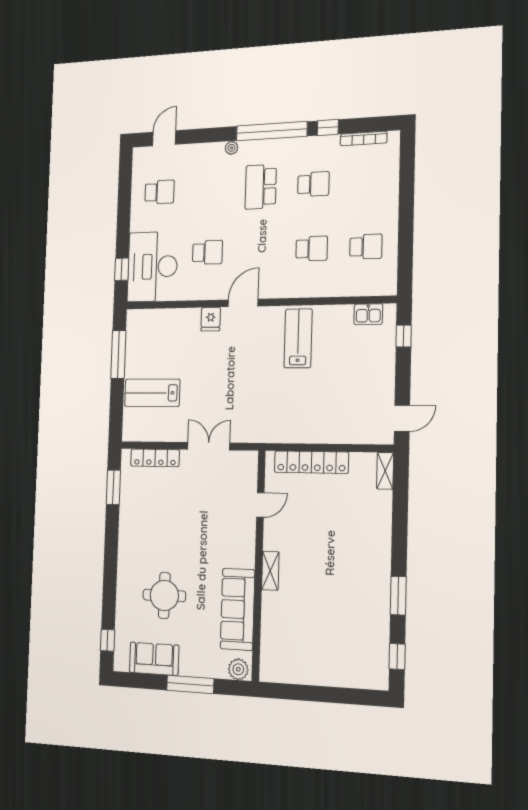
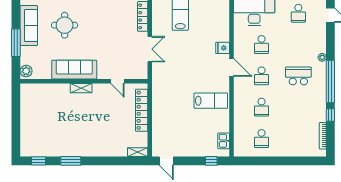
school desk: (313, 184) -> (262, 76), moved
sofa: (238, 609) -> (74, 70), moved
sofa: (154, 659) -> (29, 26), width x1.36

